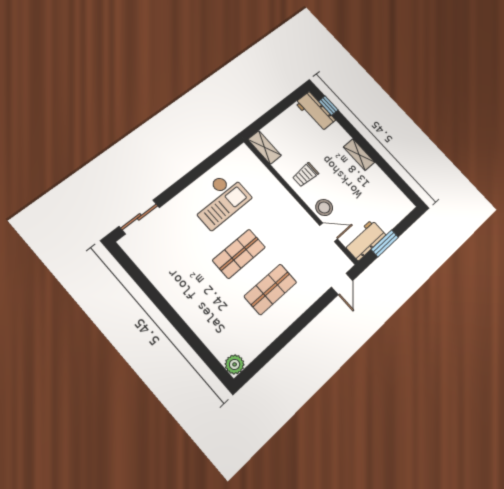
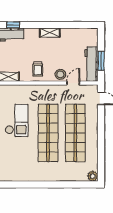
workbench: (365, 240) -> (91, 64), width x1.38
shop shelf: (239, 254) -> (48, 133), width x2.00, depth x1.36
shop shelf: (270, 289) -> (75, 133), width x2.00, depth x1.36

